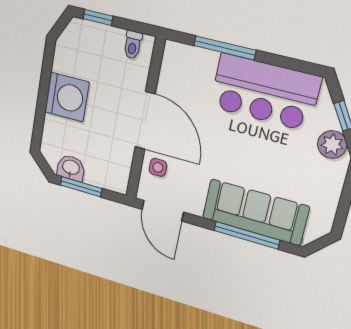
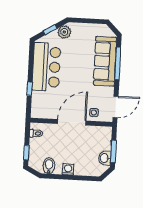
window: (225, 48) -> (30, 89), width x0.46
bidet: (68, 59) -> (49, 166), added
washing machine: (67, 97) -> (68, 169), width x0.53, depth x0.53

